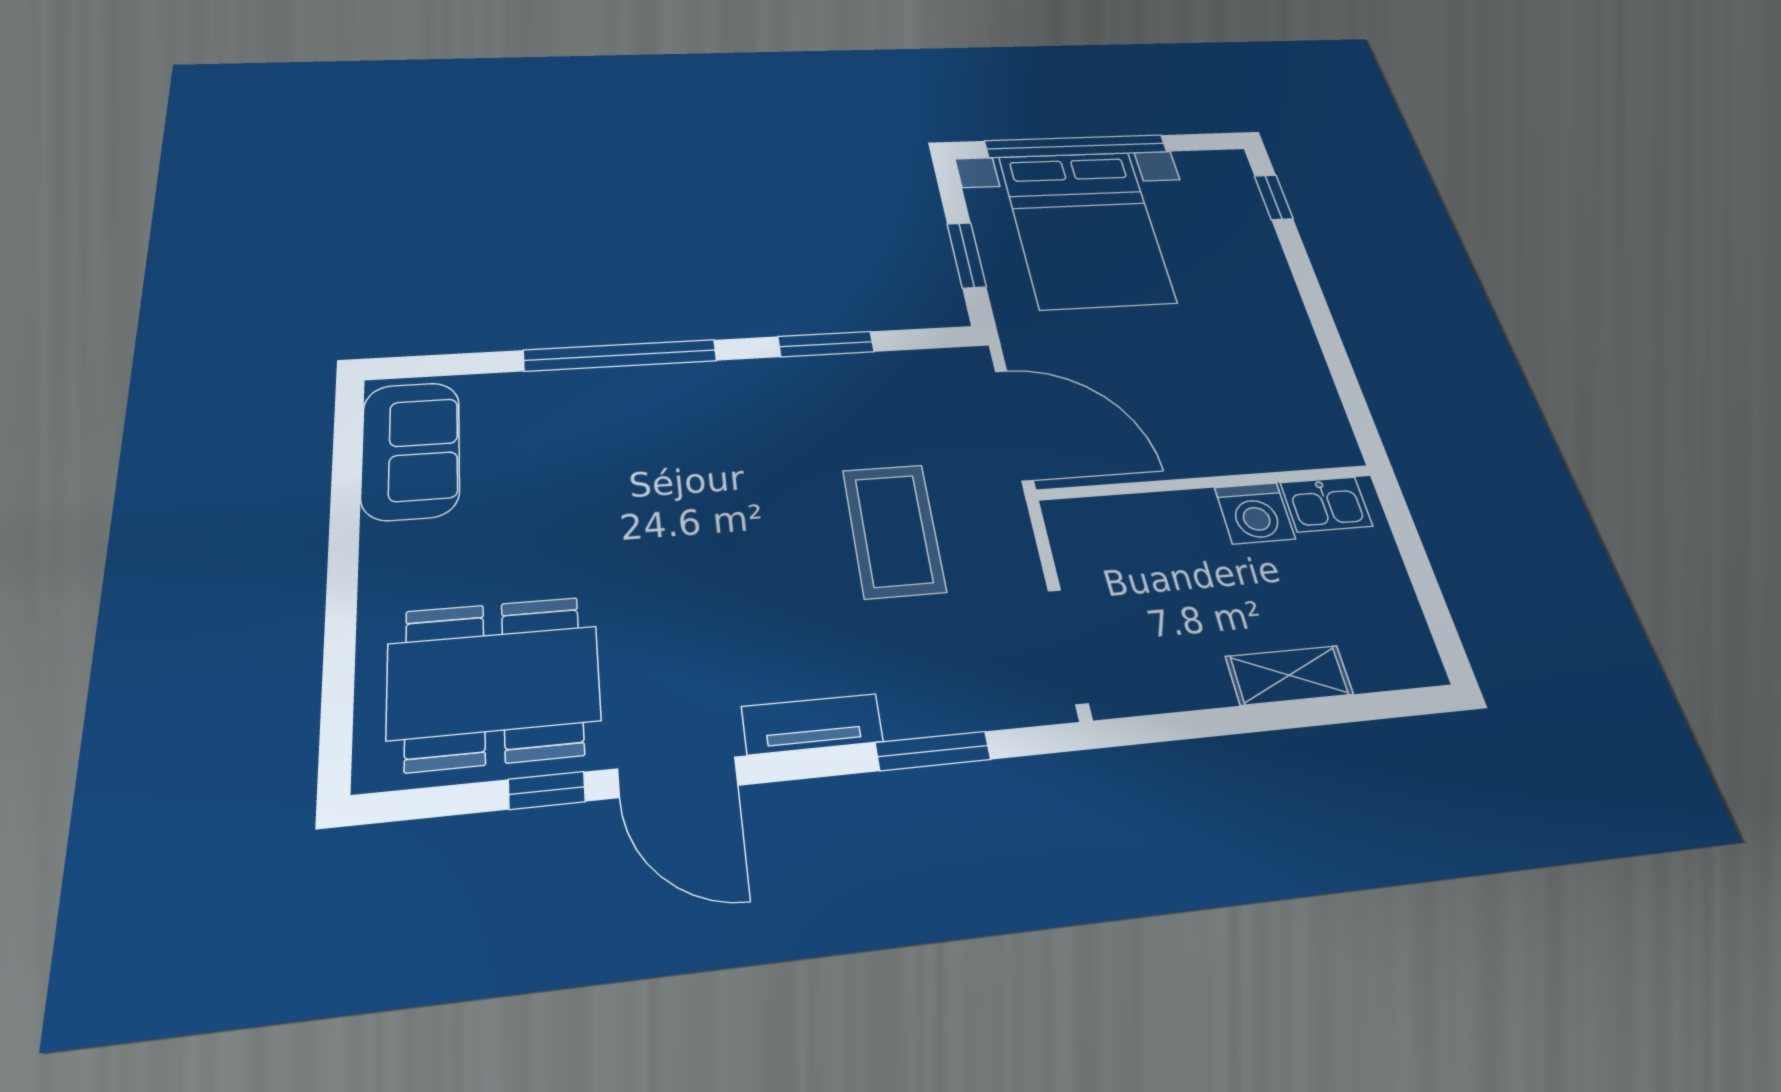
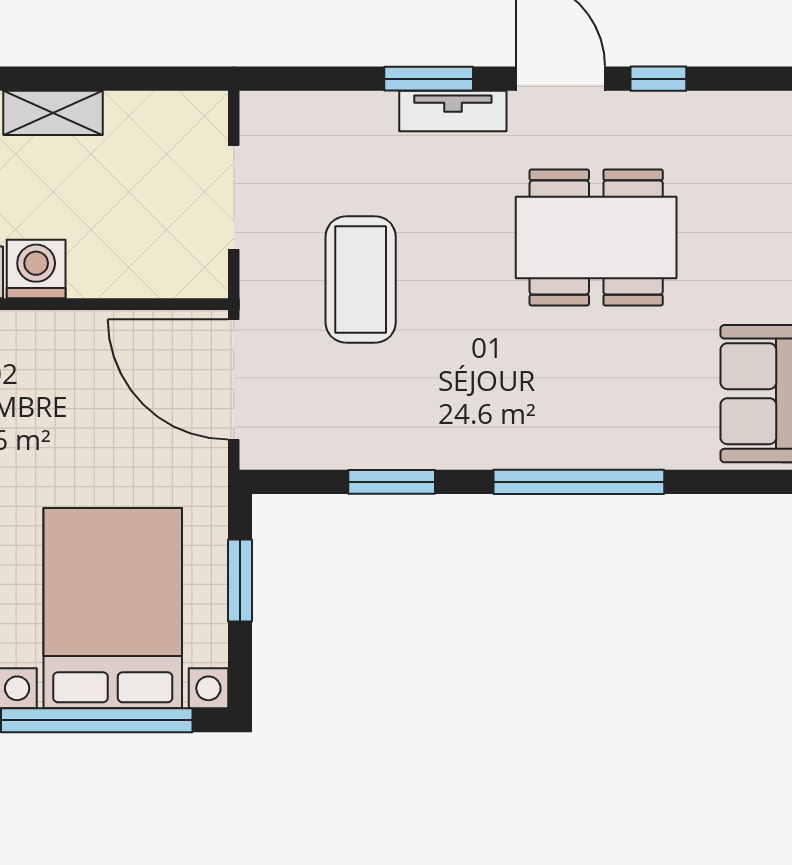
doorway: (1068, 646) -> (234, 197), moved
dining table: (494, 682) -> (596, 237), moved
window: (933, 751) -> (429, 79), moved

